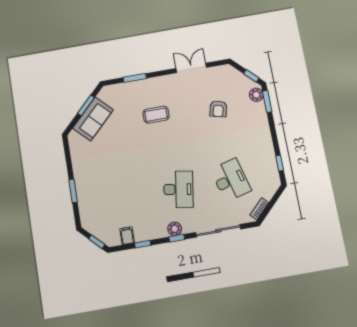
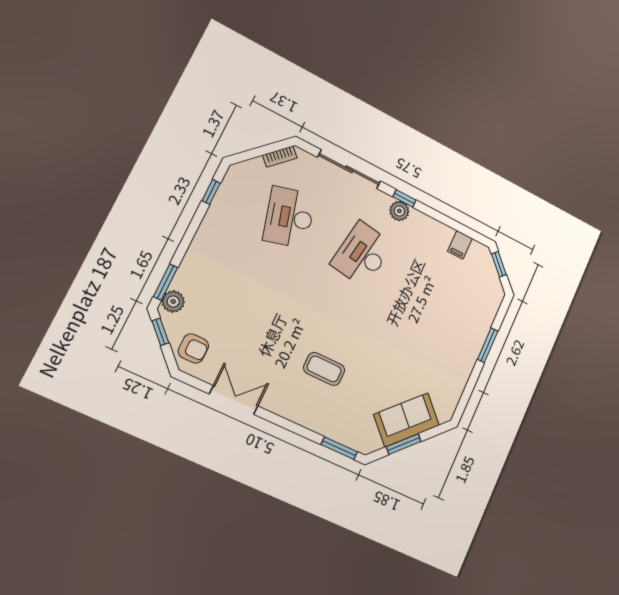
double door: (191, 68) -> (234, 400), swing flipped
window: (135, 78) -> (339, 448), moved
armchair: (218, 109) -> (193, 348), moved, turned 76
window: (143, 244) -> (448, 222), removed

